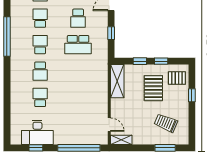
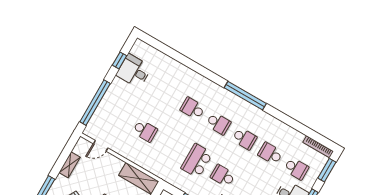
school desk: (40, 97) -> (145, 131), moved
desk: (37, 132) -> (134, 71), width x0.73
shelving: (121, 140) -> (70, 165), moved

